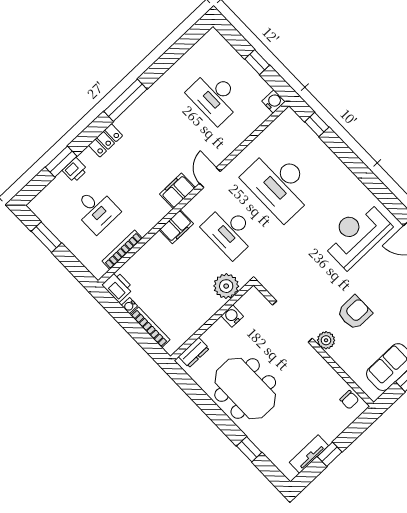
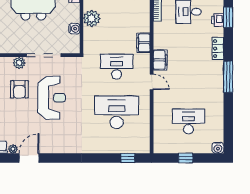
water cooler: (274, 101) -> (218, 148), moved
reception desk: (356, 235) -> (52, 98), moved
plant: (226, 286) -> (92, 18), moved

